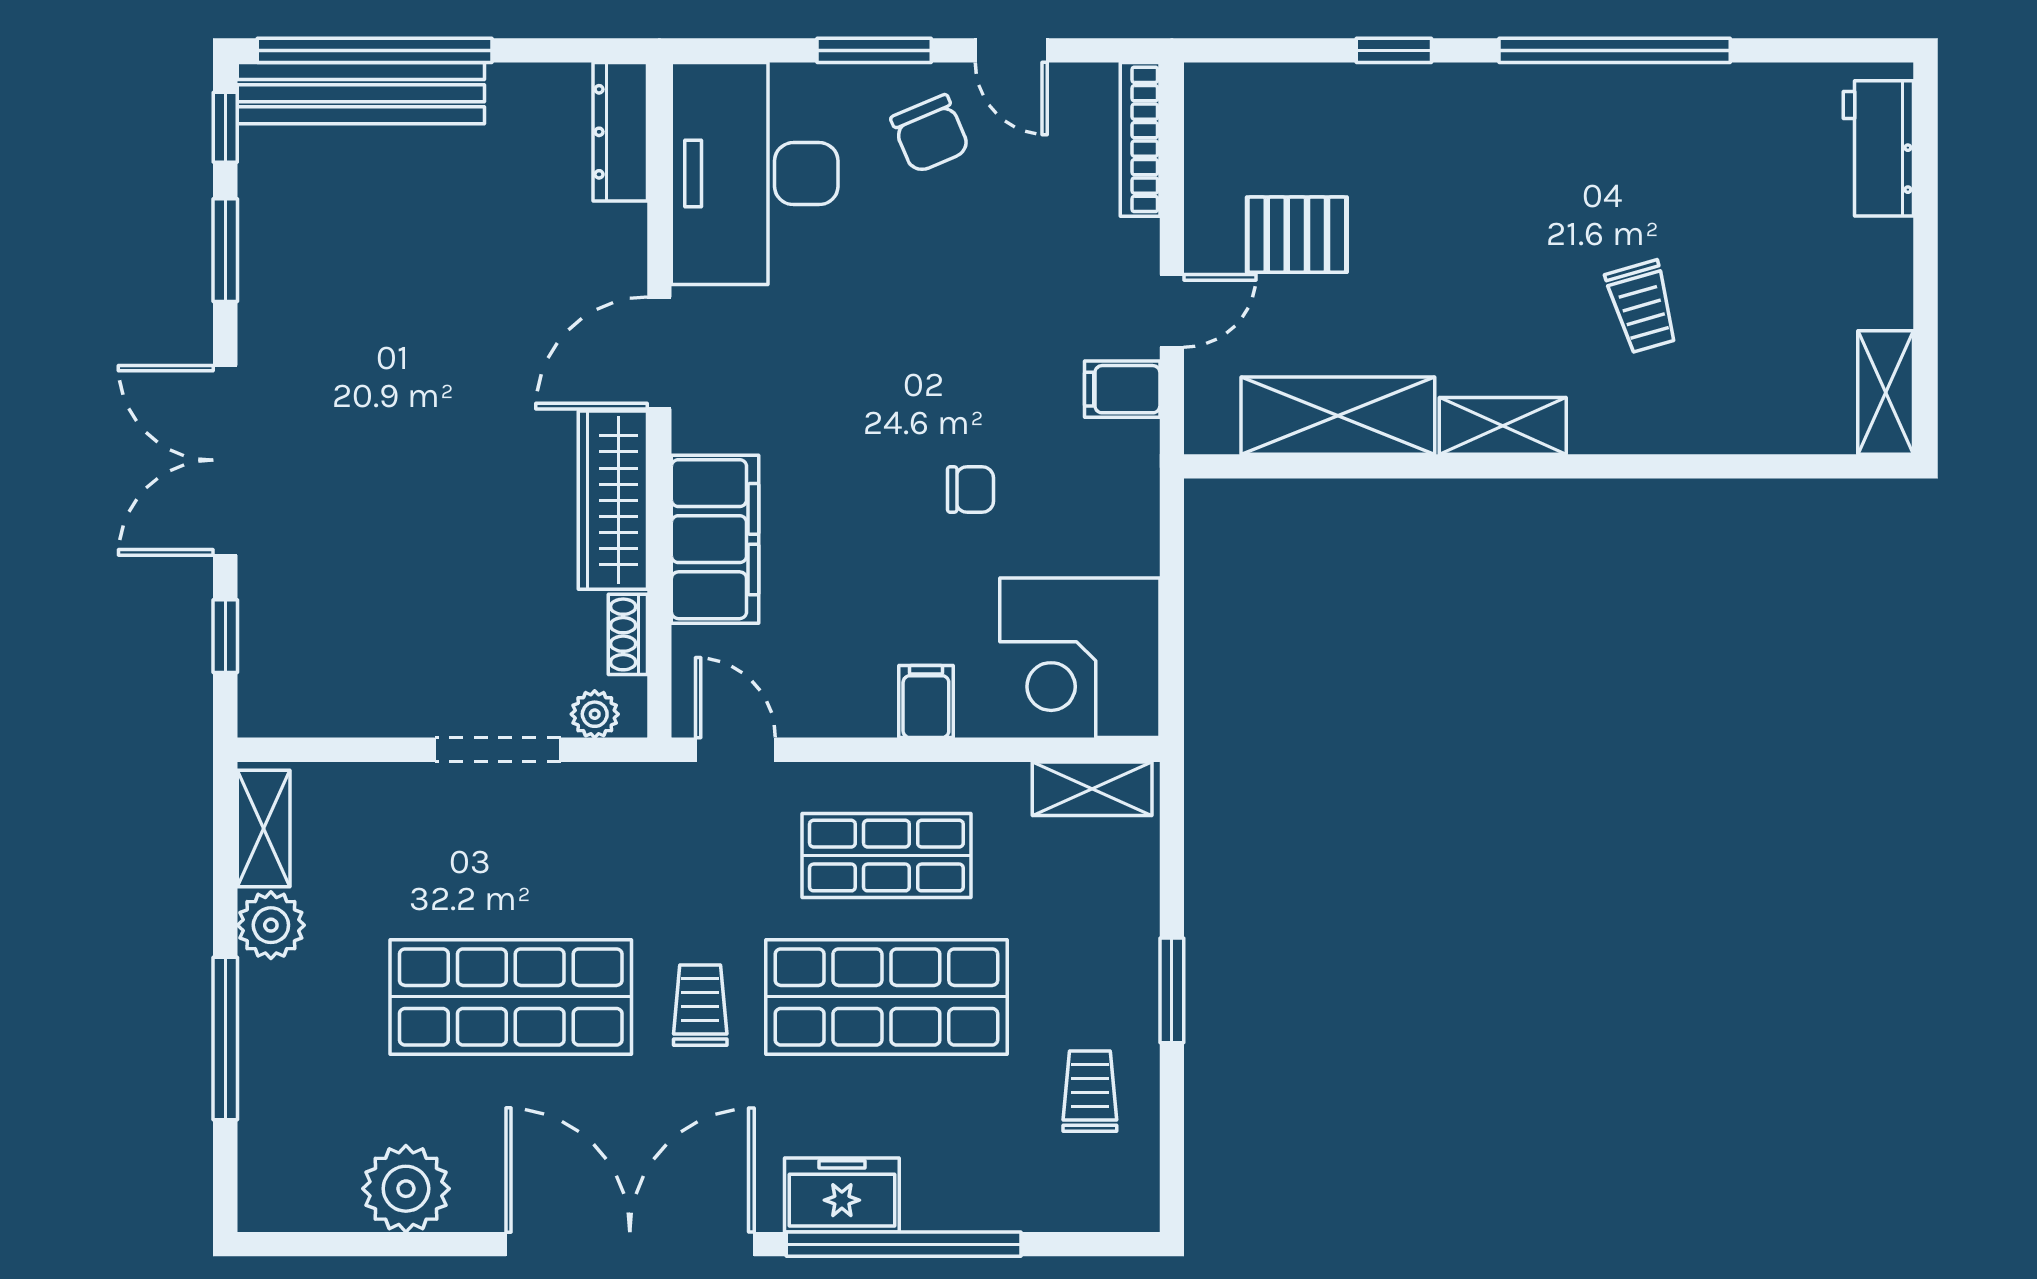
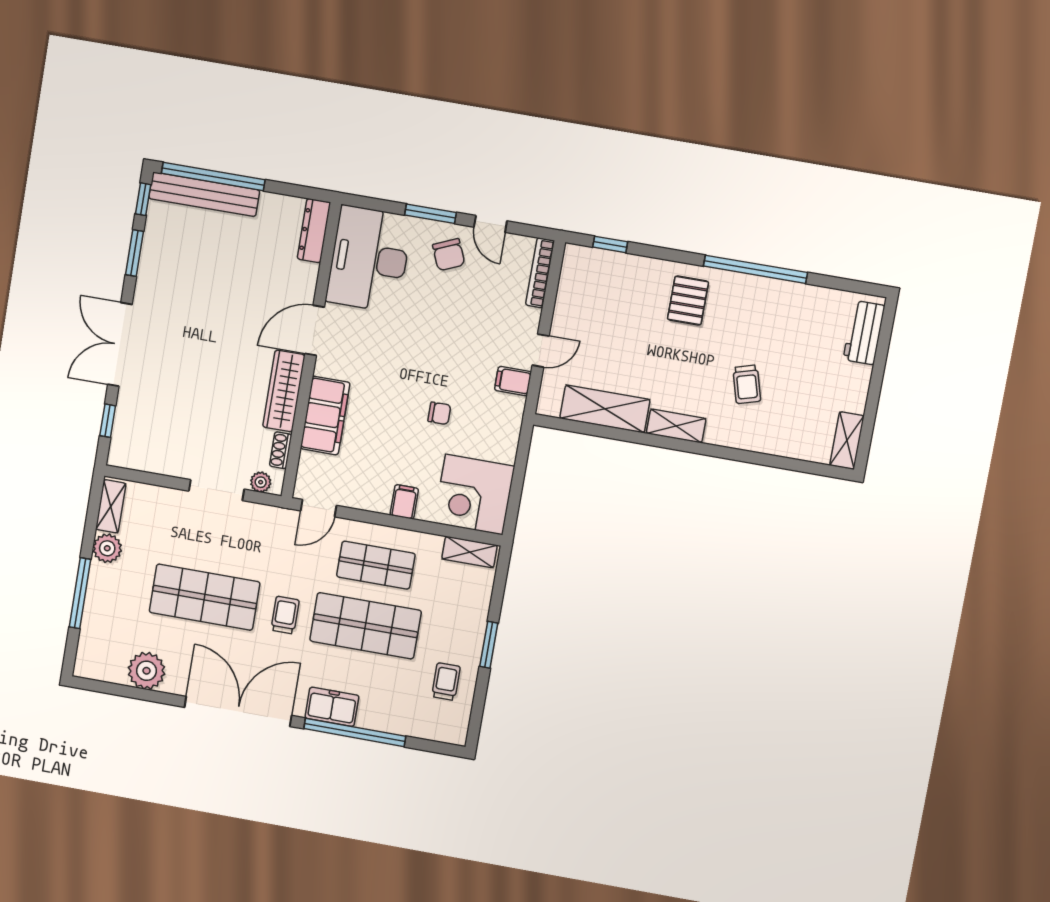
window: (1394, 50) -> (610, 244), moved
pallet: (1297, 235) -> (688, 301), moved, turned 90
door: (735, 750) -> (319, 508), swing flipped

